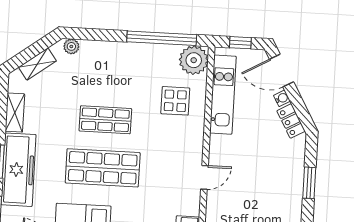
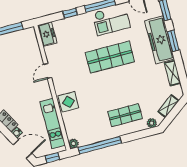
plant: (194, 60) -> (74, 144), width x0.53, depth x0.53
display table: (175, 101) -> (68, 102), moved
shop shelf: (105, 120) -> (125, 115), moved

